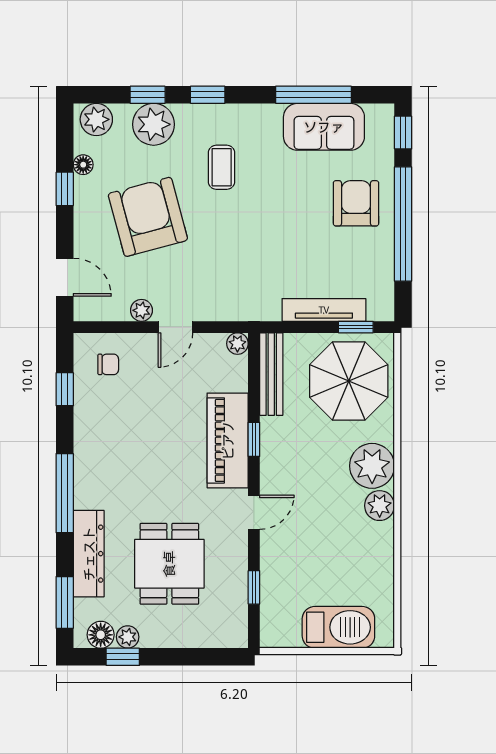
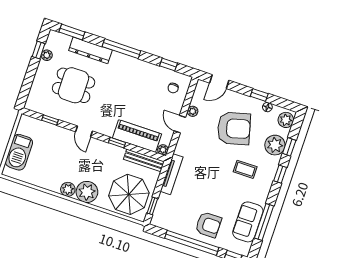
tv unit: (324, 310) -> (172, 174), moved
piano: (228, 440) -> (137, 136), moved
floor lamp: (101, 635) -> (52, 43), removed

